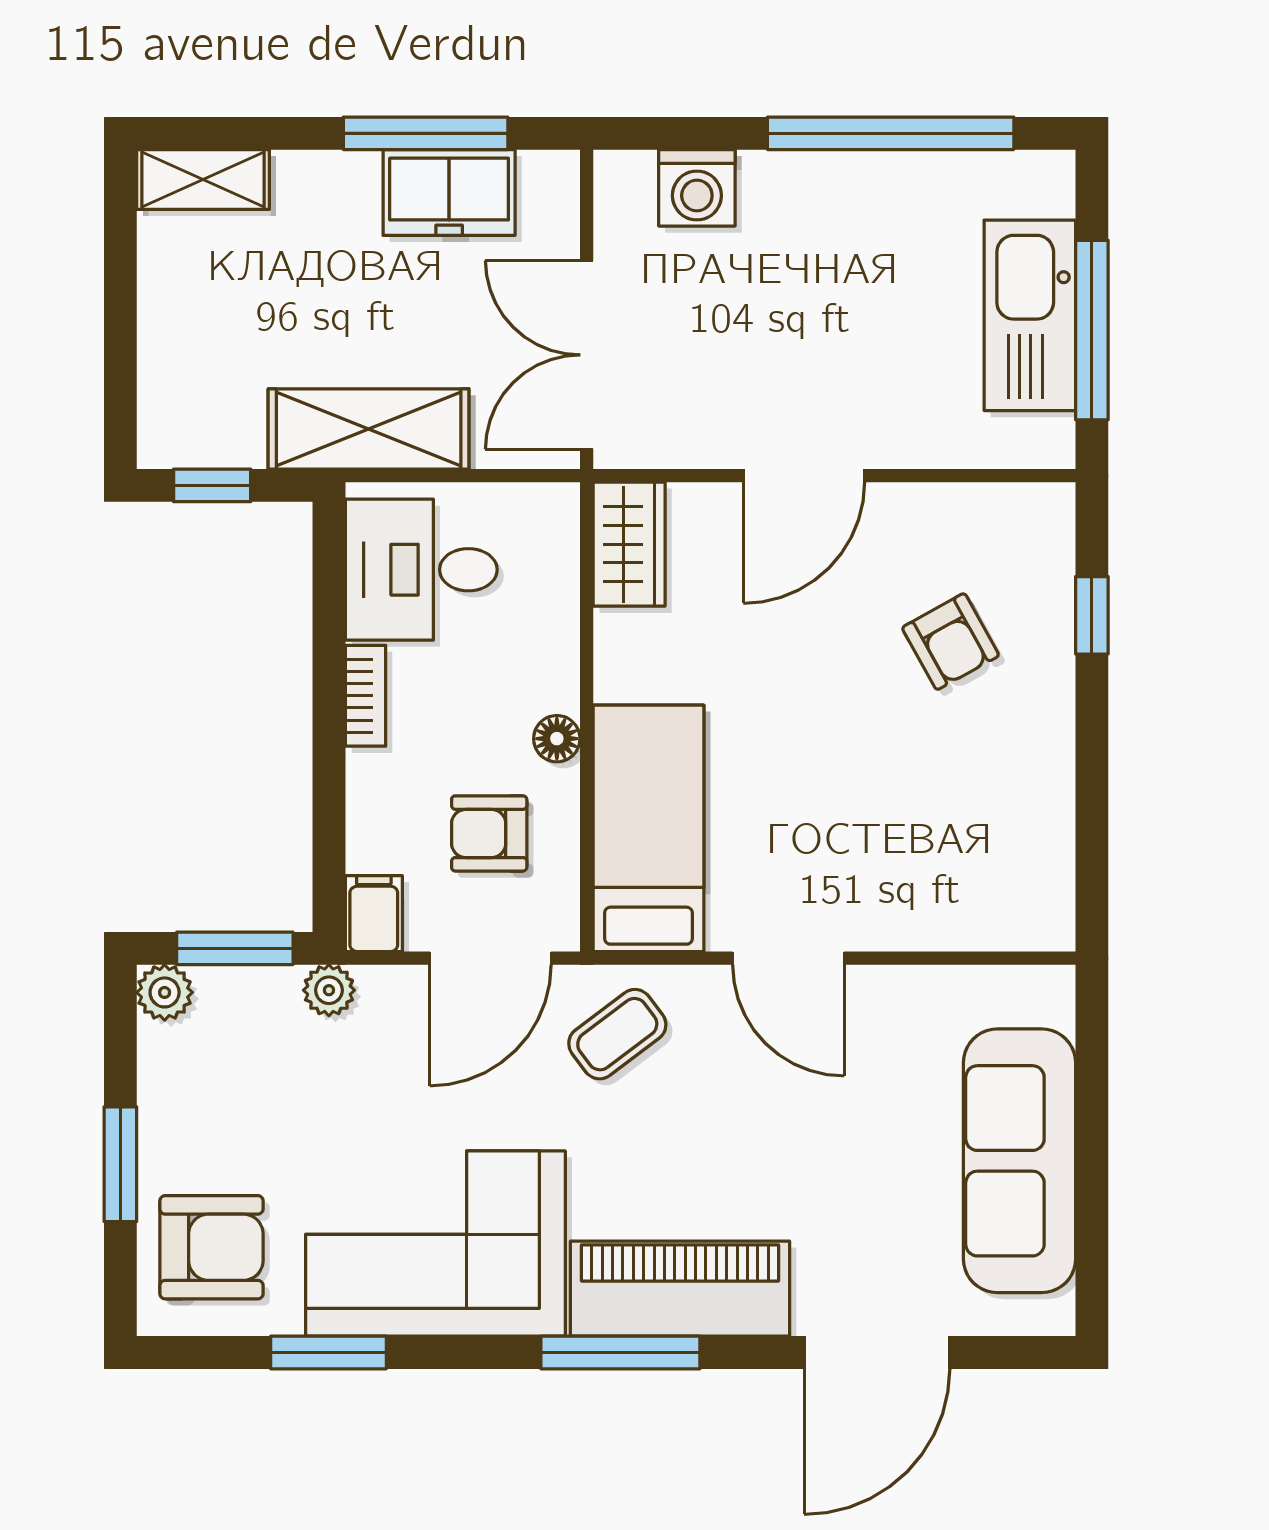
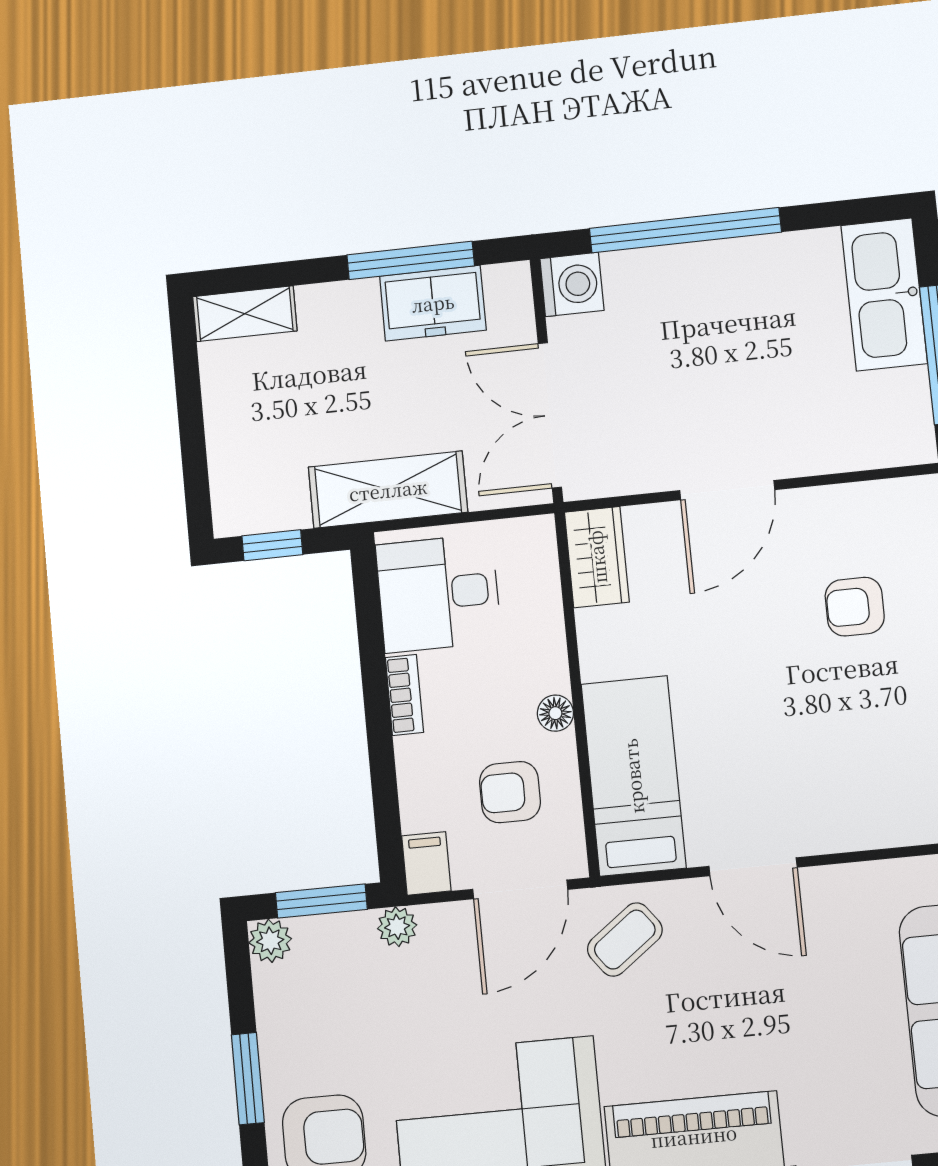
window: (891, 133) -> (685, 230), moved
washing machine: (697, 188) -> (572, 284), moved, turned -90
kitchen sink: (1030, 315) -> (884, 294), moved
armchair: (951, 642) -> (855, 607), turned 119

